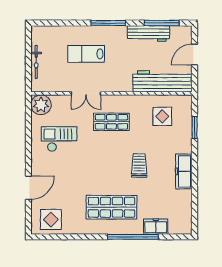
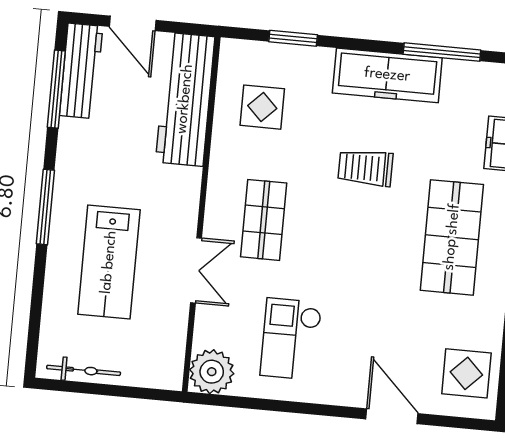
workbench: (148, 33) -> (81, 71), moved
lab bench: (86, 54) -> (109, 262), width x1.36, depth x1.39
bicycle: (36, 62) -> (84, 370), moved
freezer: (184, 171) -> (387, 75), width x1.36, depth x1.26
window: (195, 195) -> (442, 52), added

